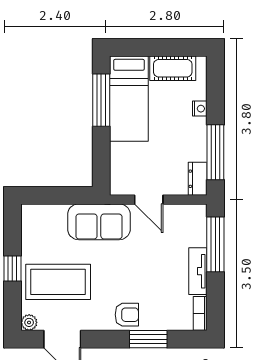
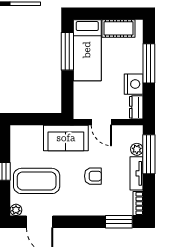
nightstand: (200, 109) -> (134, 84), moved, width x1.89, depth x1.79
window: (215, 152) -> (149, 63), moved
plant: (198, 238) -> (137, 149), added
armchair: (127, 315) -> (93, 176), moved
window: (148, 339) -> (119, 222), moved

